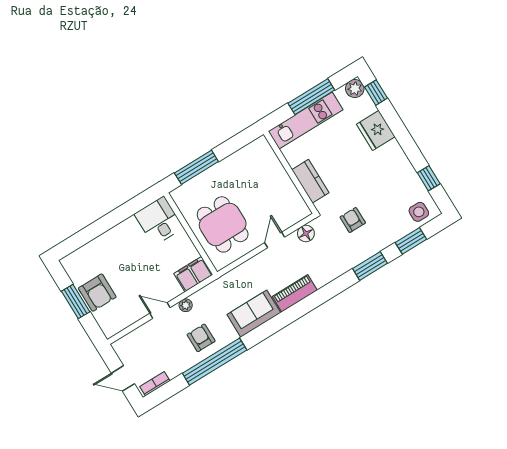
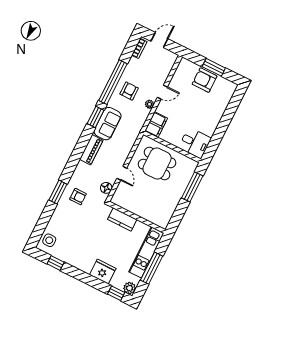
armchair: (353, 220) -> (78, 197), moved
window: (411, 241) -> (96, 117), moved
armchair: (201, 338) -> (129, 91), turned -90

